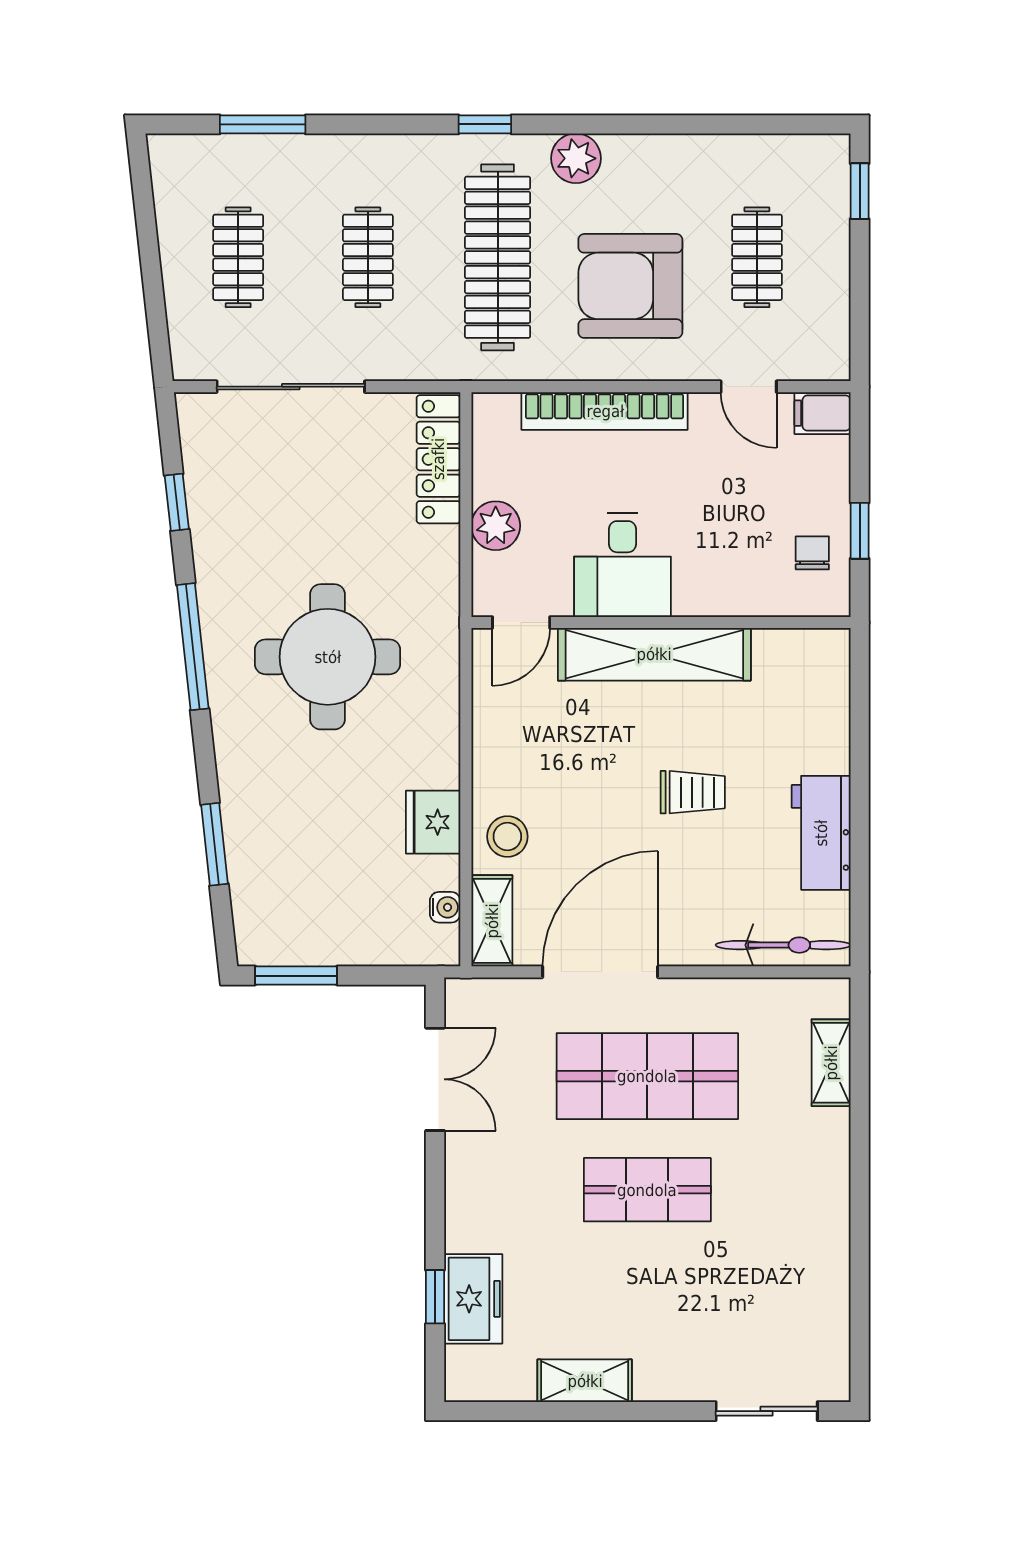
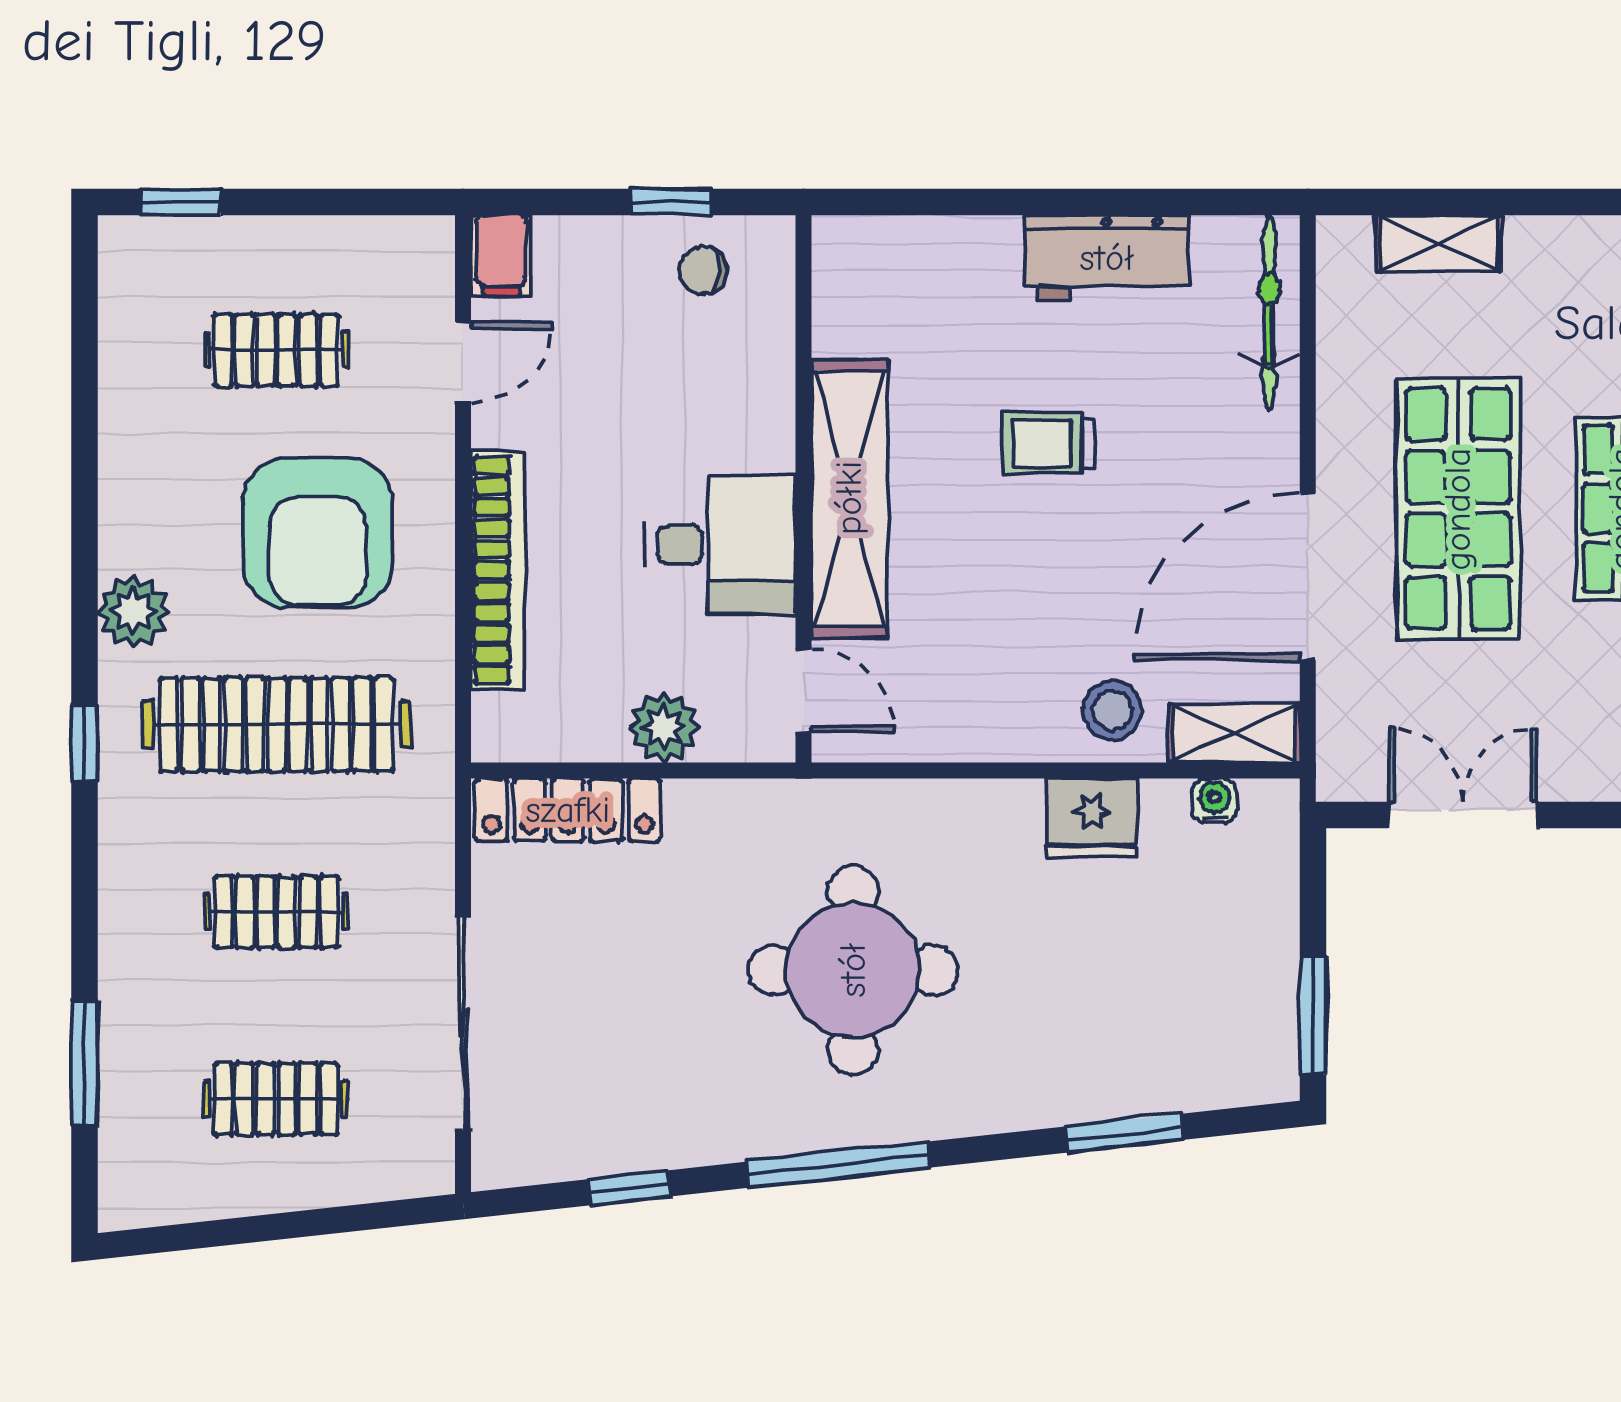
trolley: (693, 792) -> (1048, 443), turned -90
door: (600, 972) -> (1308, 577), hinge flipped

